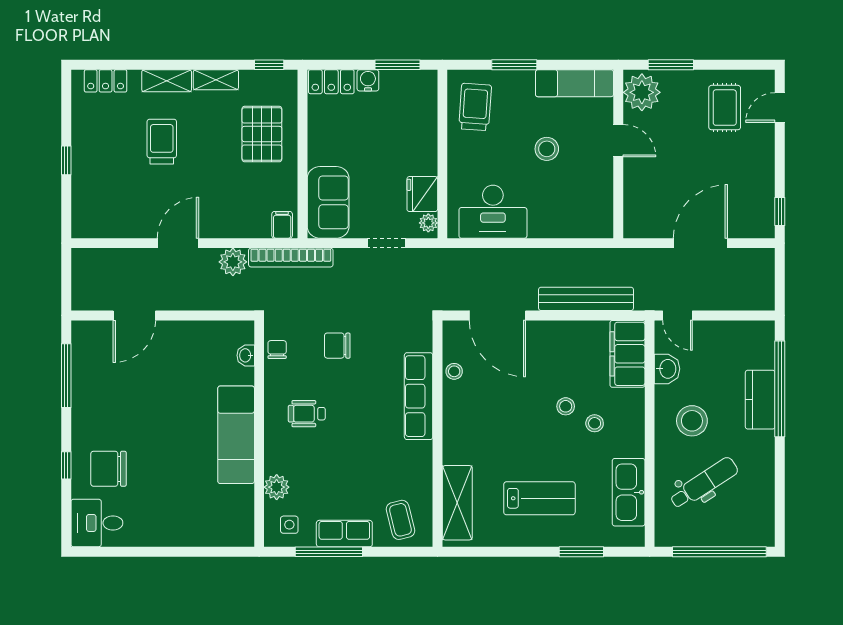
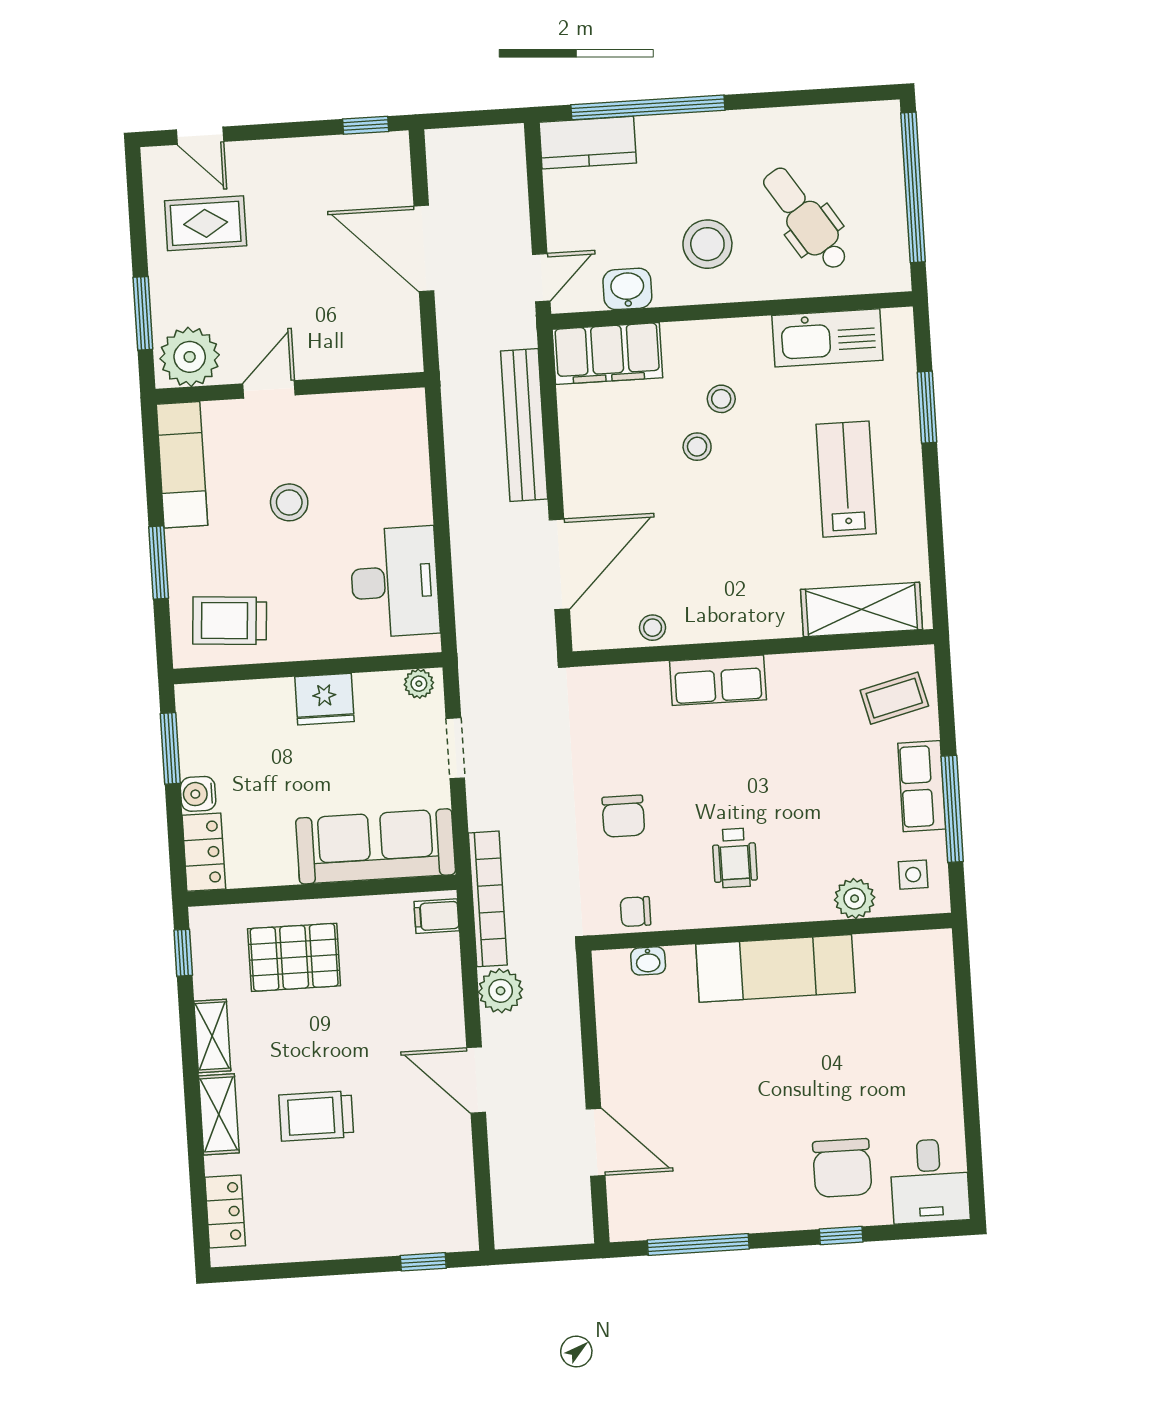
window: (66, 160) -> (423, 1262), moved
fridge: (422, 194) -> (325, 699), moved
sofa: (328, 202) -> (376, 846), width x1.36
row of seats: (419, 396) -> (718, 680), width x0.68
kitchen counter: (760, 400) -> (588, 143), moved

